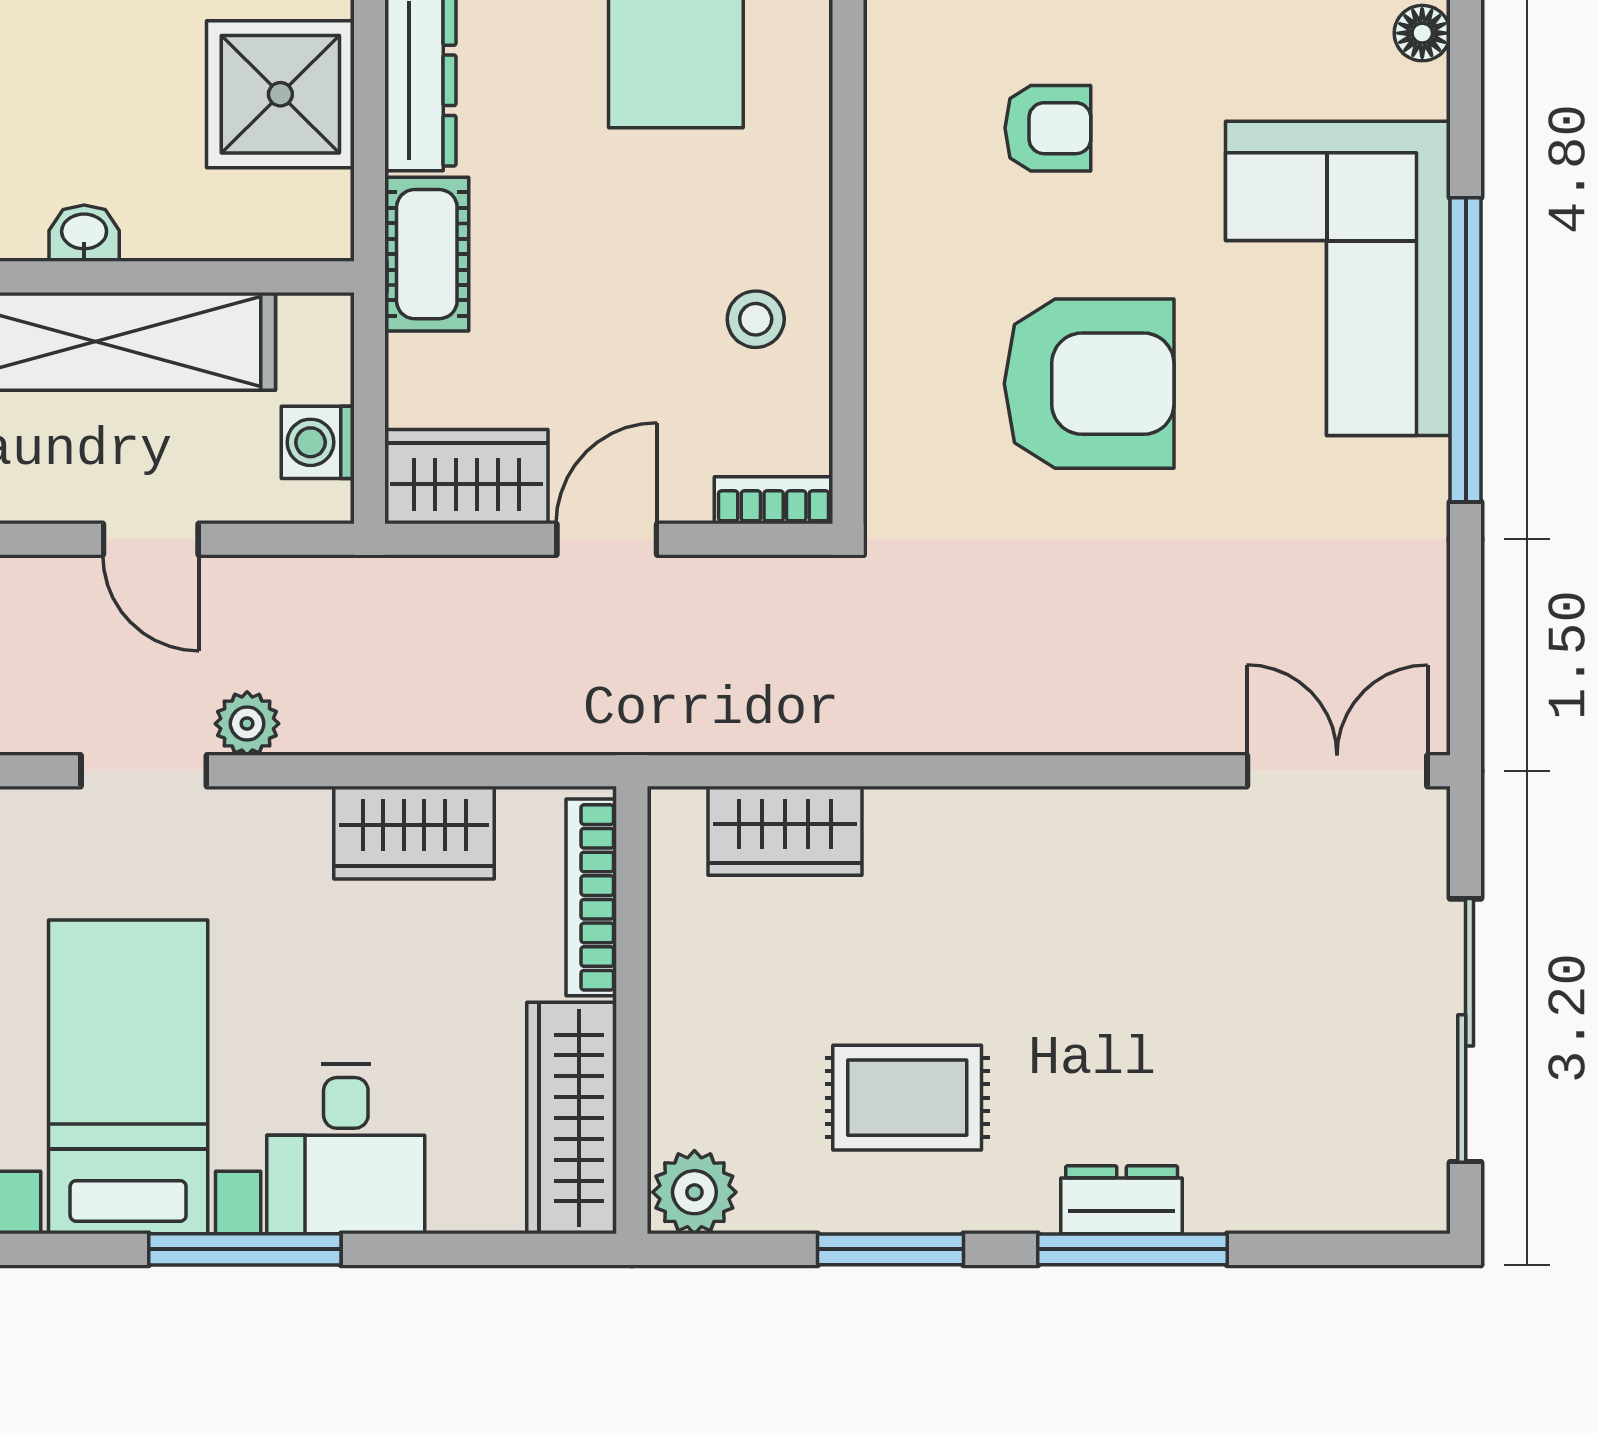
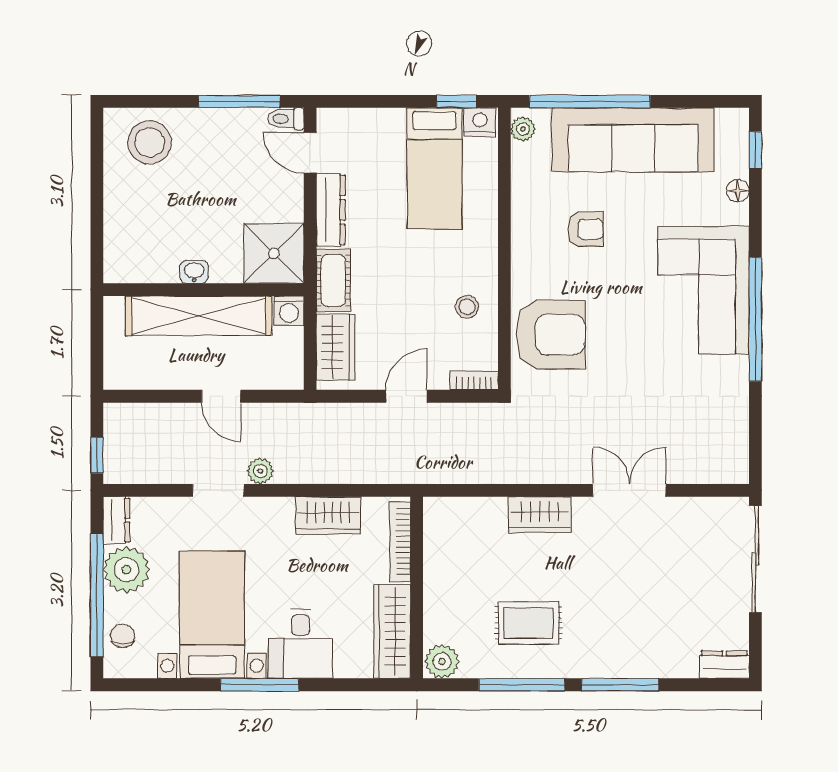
shower: (280, 94) -> (274, 253), moved
armchair: (1089, 384) -> (551, 334), moved
washing machine: (318, 442) -> (289, 311), moved, turned -90
wardrobe: (466, 477) -> (335, 347), moved, turned 90
double door: (1337, 771) -> (629, 490), moved
wardrobe: (785, 831) -> (540, 515), moved
sliding door: (1466, 1030) -> (755, 559), moved
dresser: (1122, 1200) -> (724, 665), moved
window: (891, 1249) -> (522, 685), width x1.44

